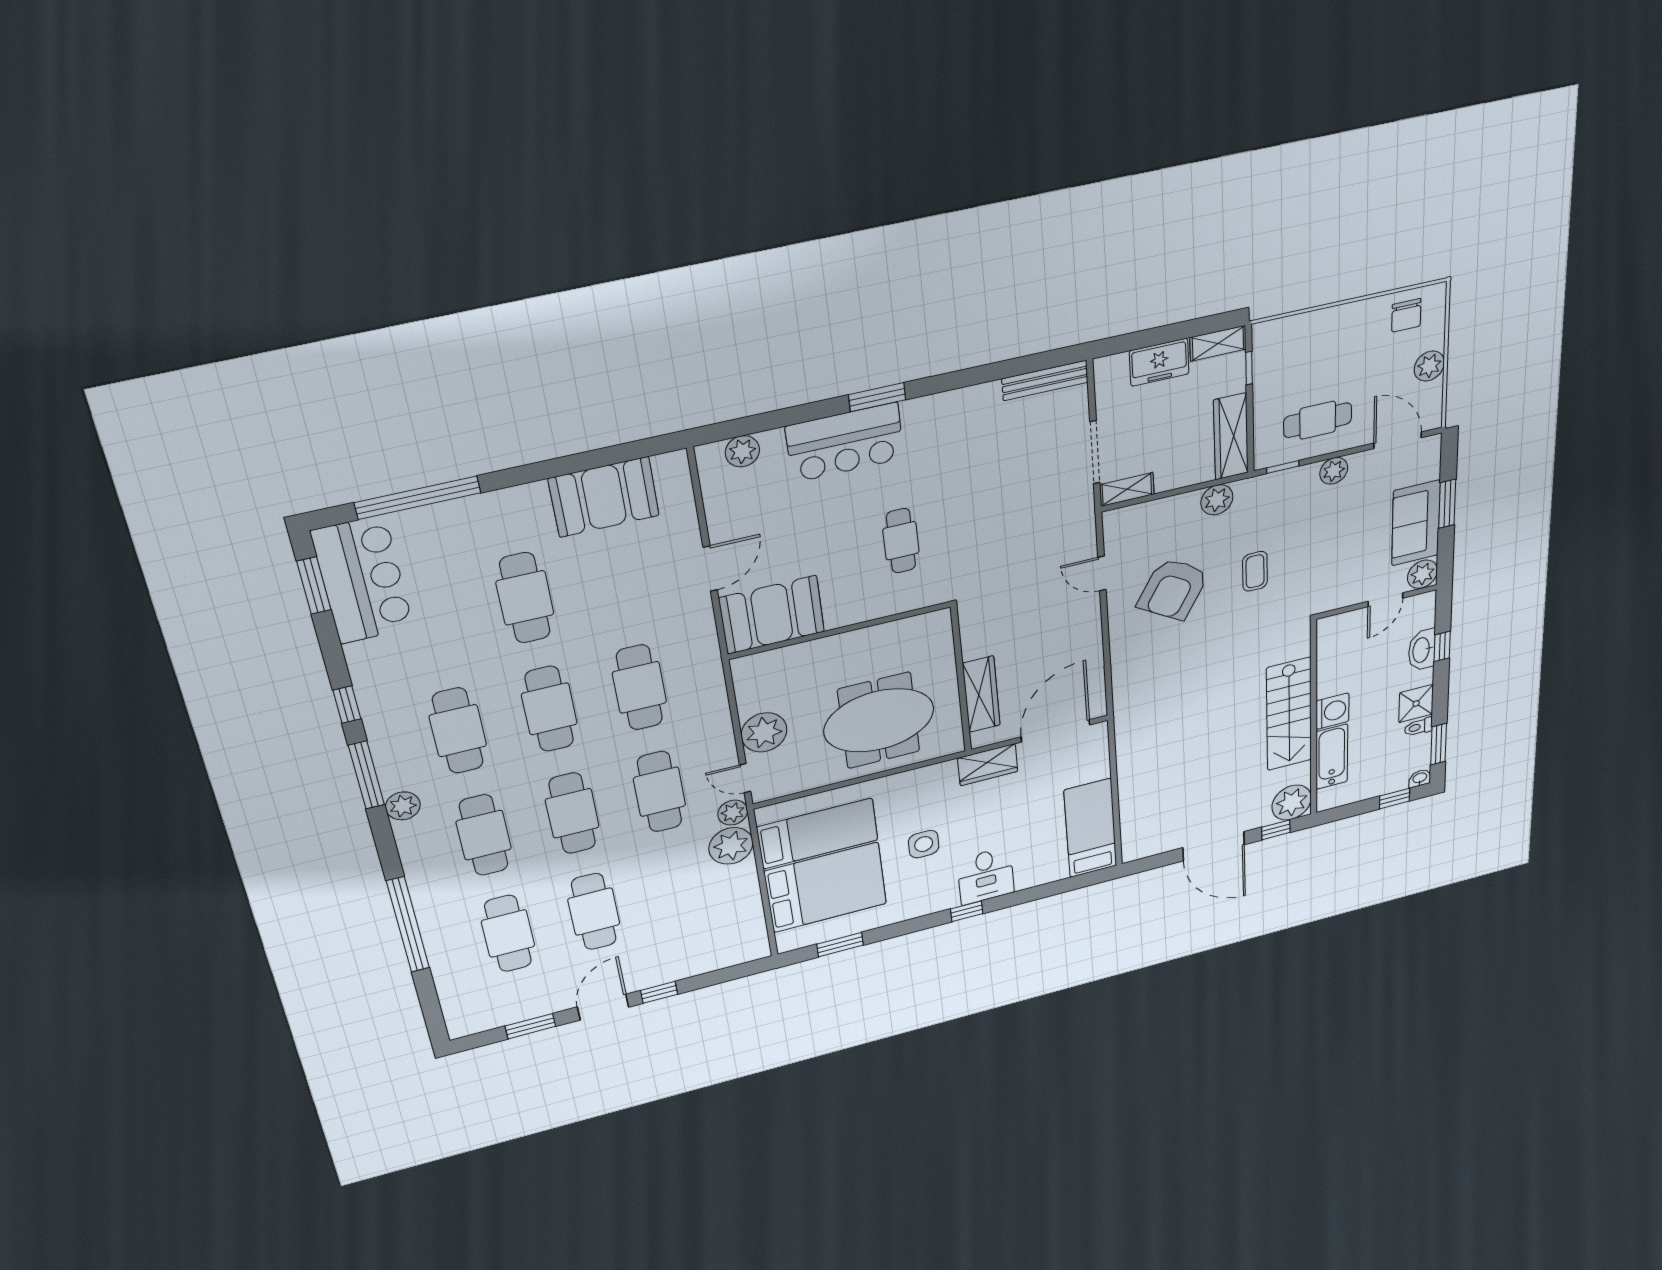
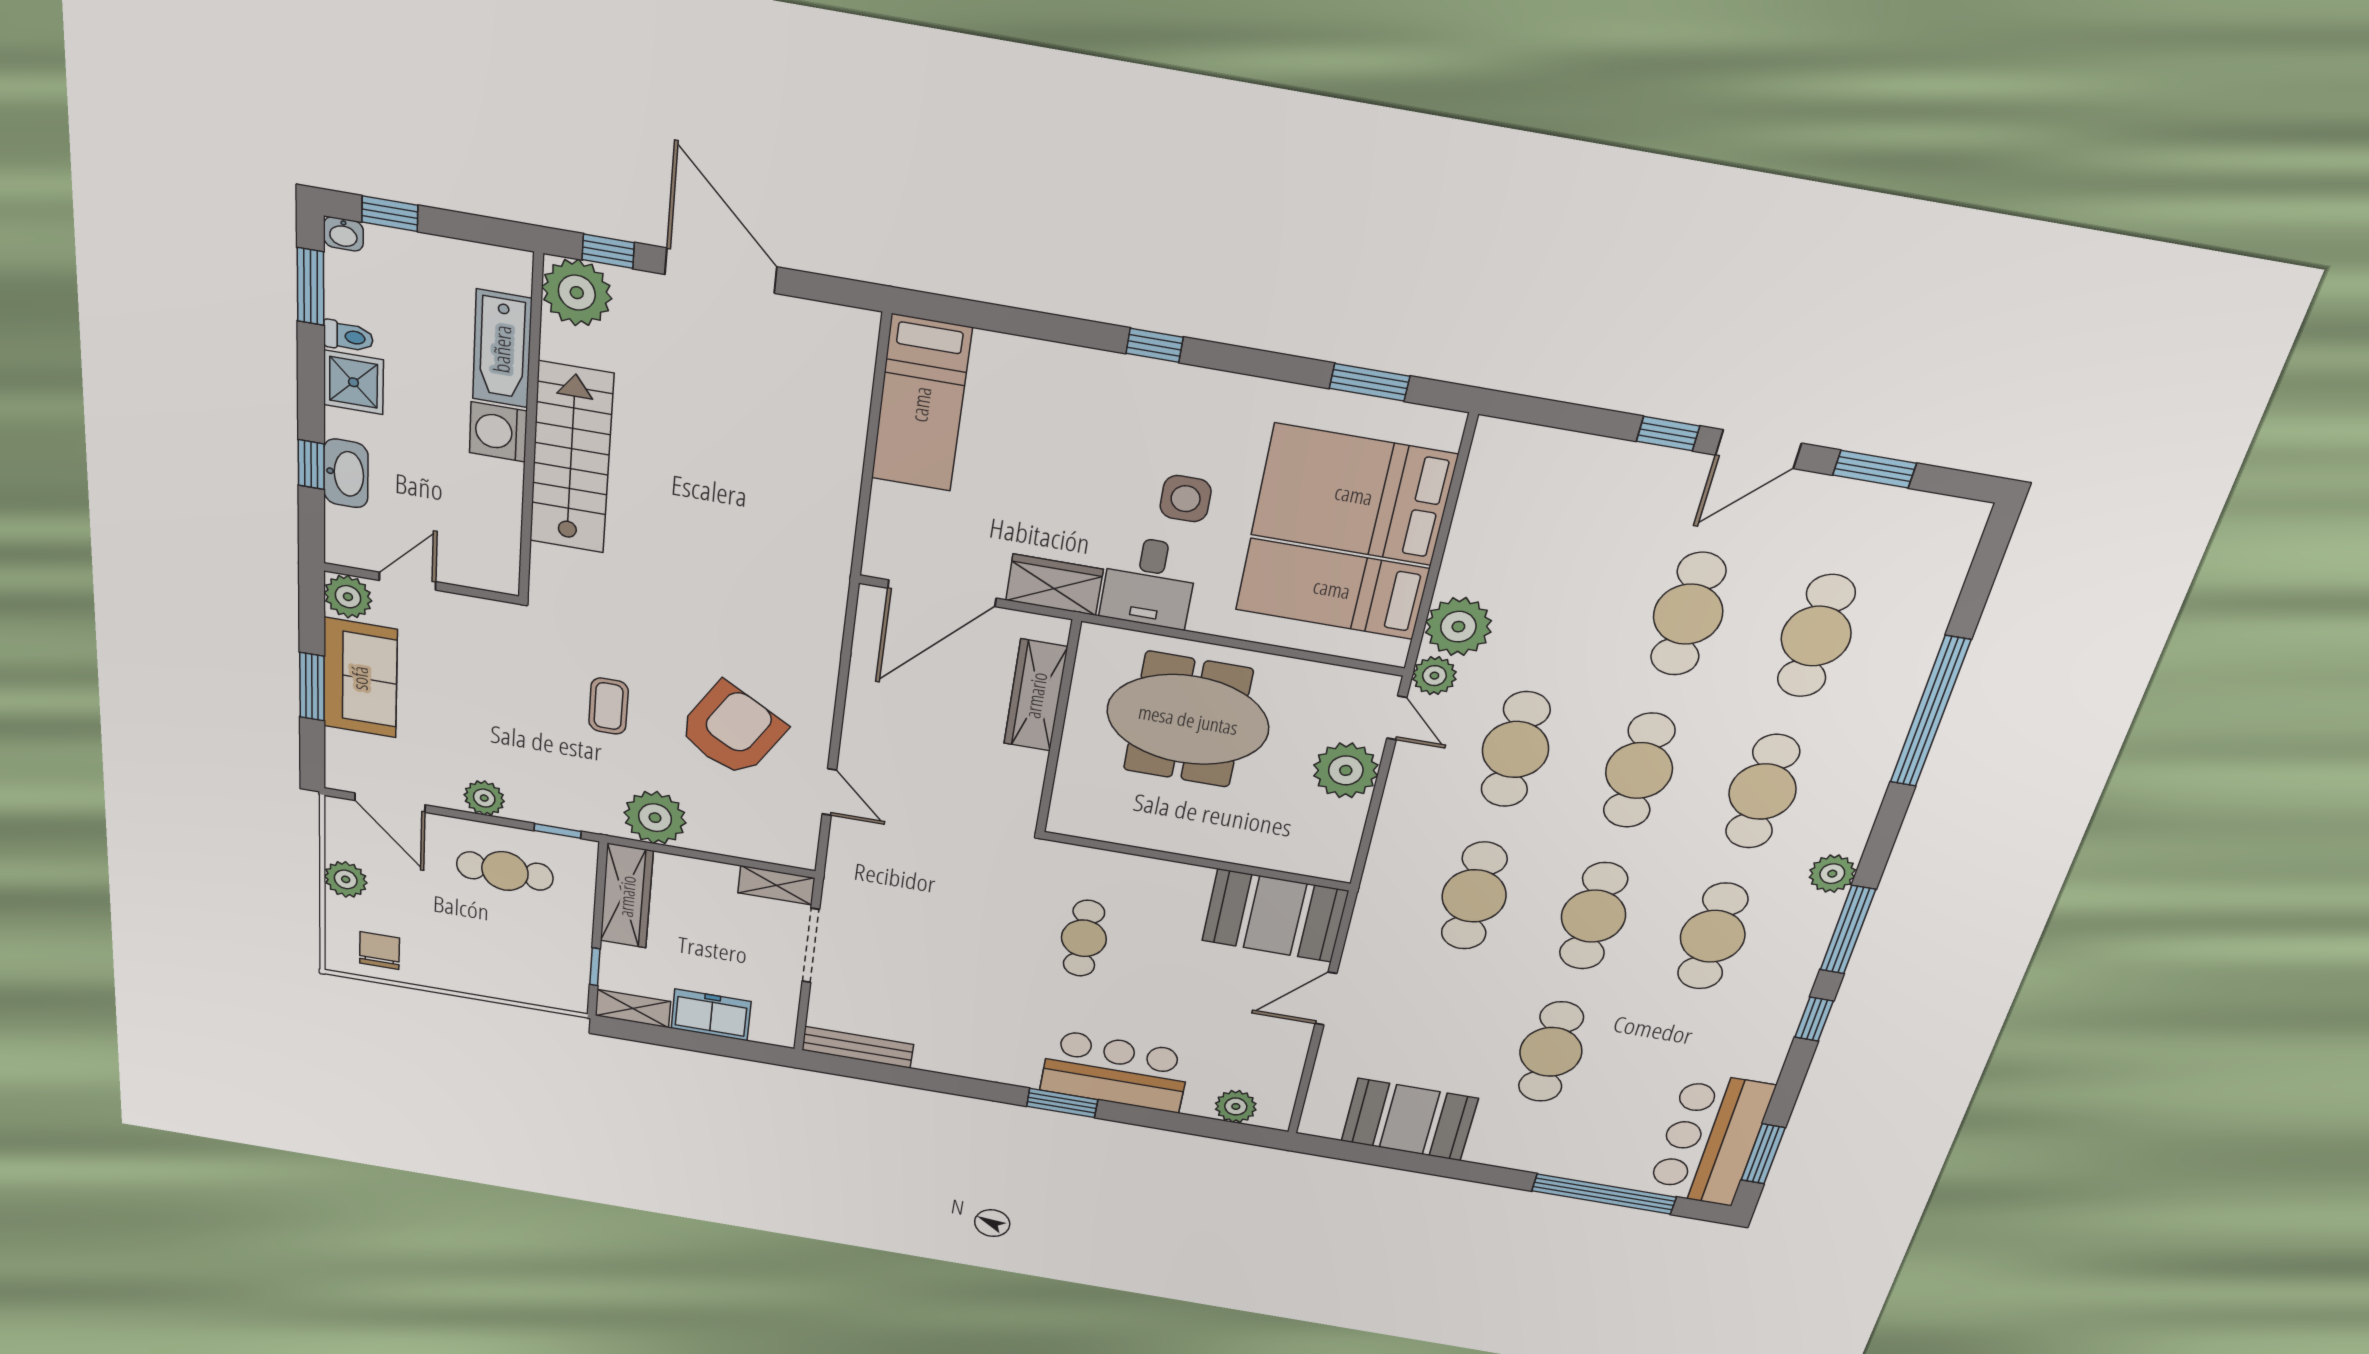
plant: (1217, 500) -> (655, 818), width x1.36, depth x1.36
desk: (986, 876) -> (1149, 582), moved, turned 180

